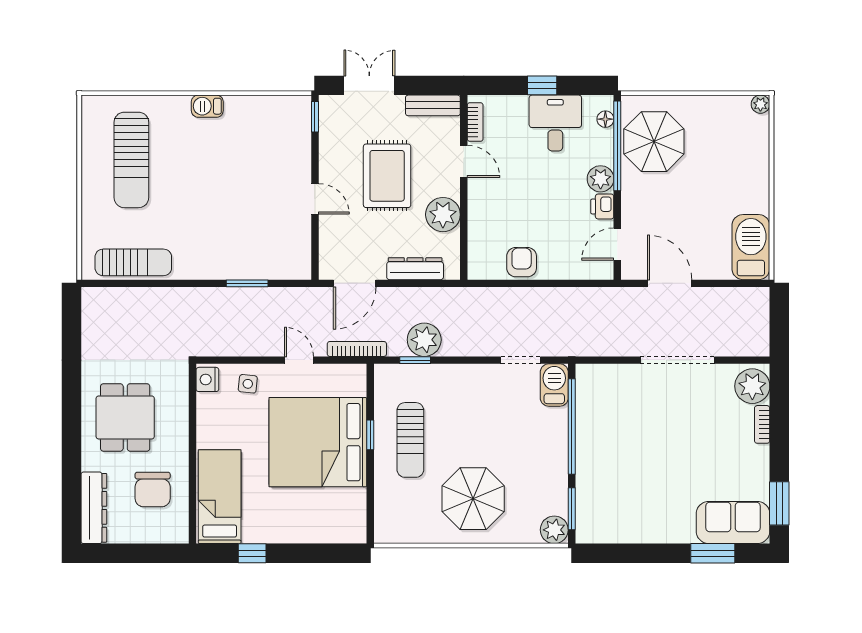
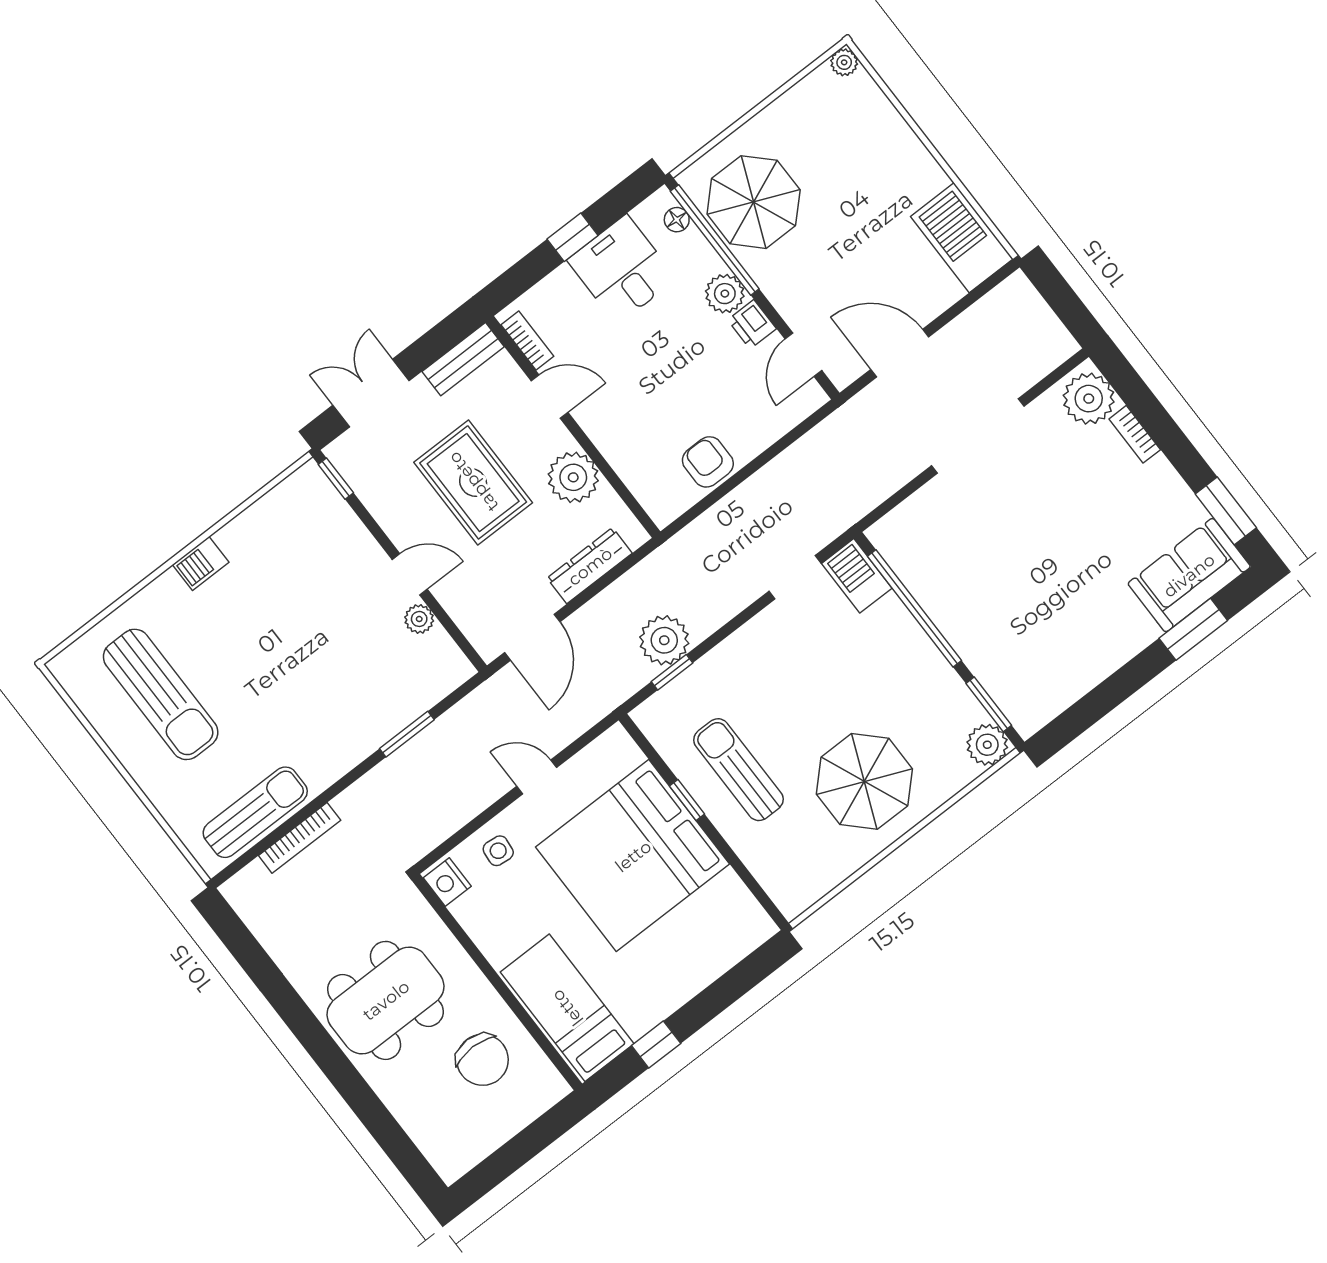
plant: (301, 227) -> (419, 619), added
bookcase: (357, 349) -> (300, 838), moved, turned 180
dining table: (125, 417) -> (386, 1000), width x1.38
sun lounger: (410, 440) -> (738, 770), turned 180
dresser: (94, 508) -> (430, 1134), removed

